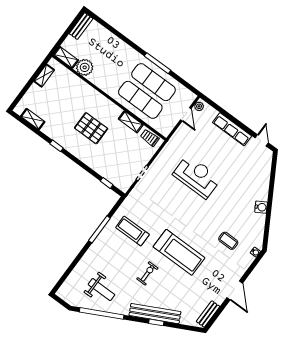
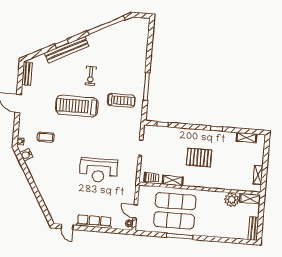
water cooler: (261, 207) -> (26, 155), moved
weight bench: (102, 290) -> (117, 43), removed

